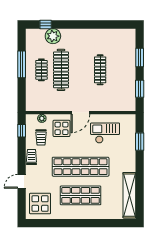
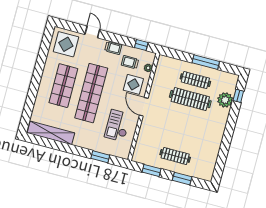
clothes rail: (41, 70) -> (195, 80), width x1.36
clothes rail: (100, 70) -> (175, 156), moved
checkout: (105, 133) -> (118, 126), turned 180

